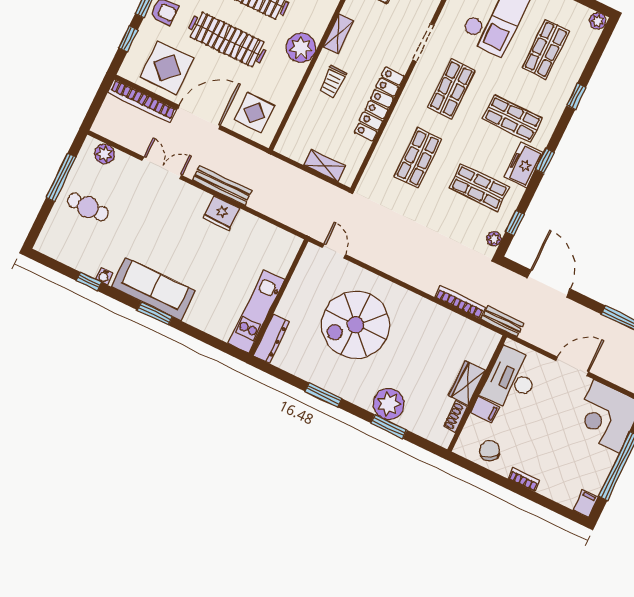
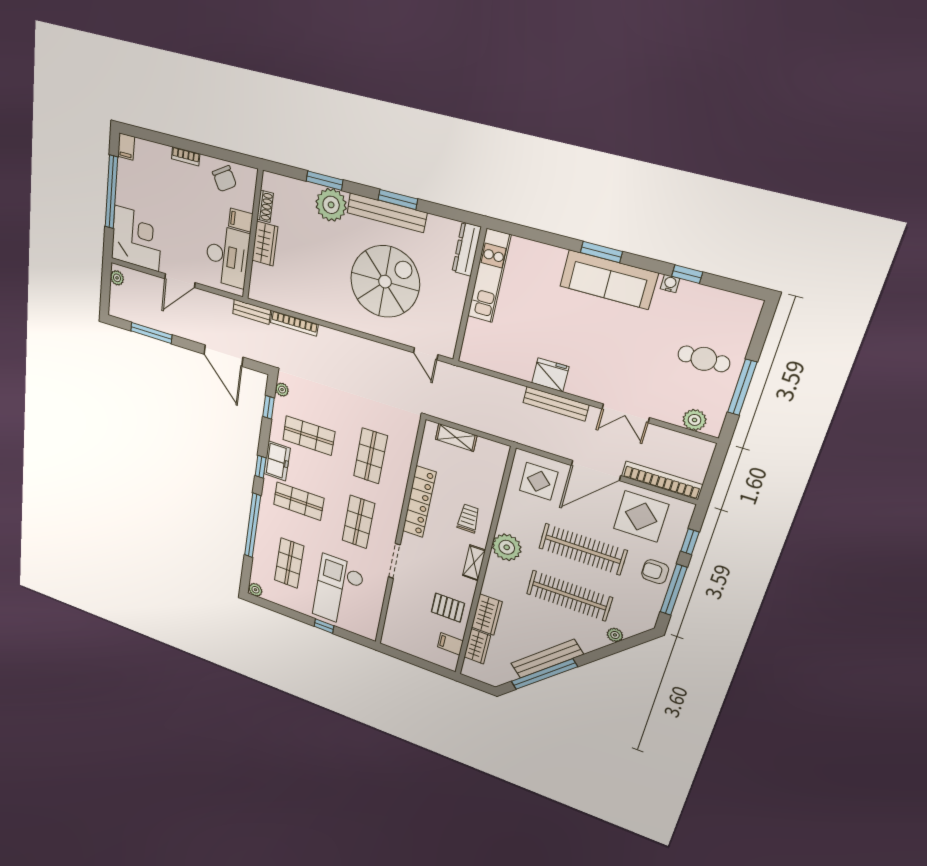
window: (576, 96) -> (253, 526), width x3.17
bench: (337, 386) -> (387, 213), added

